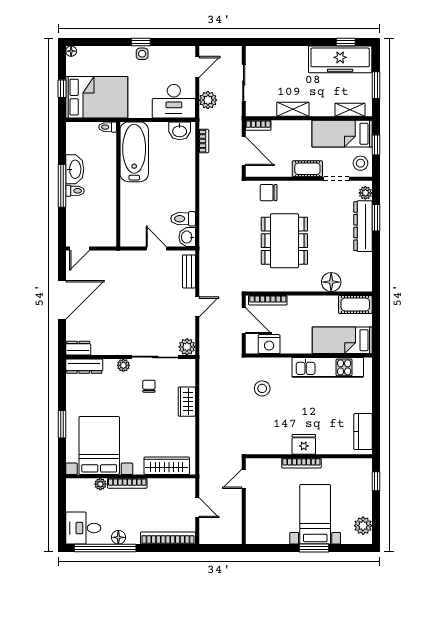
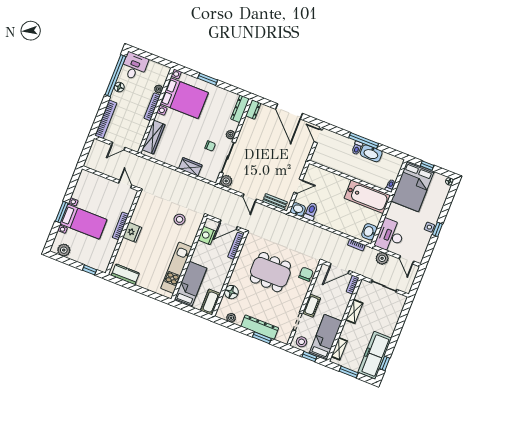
plant: (365, 193) -> (231, 318), moved

